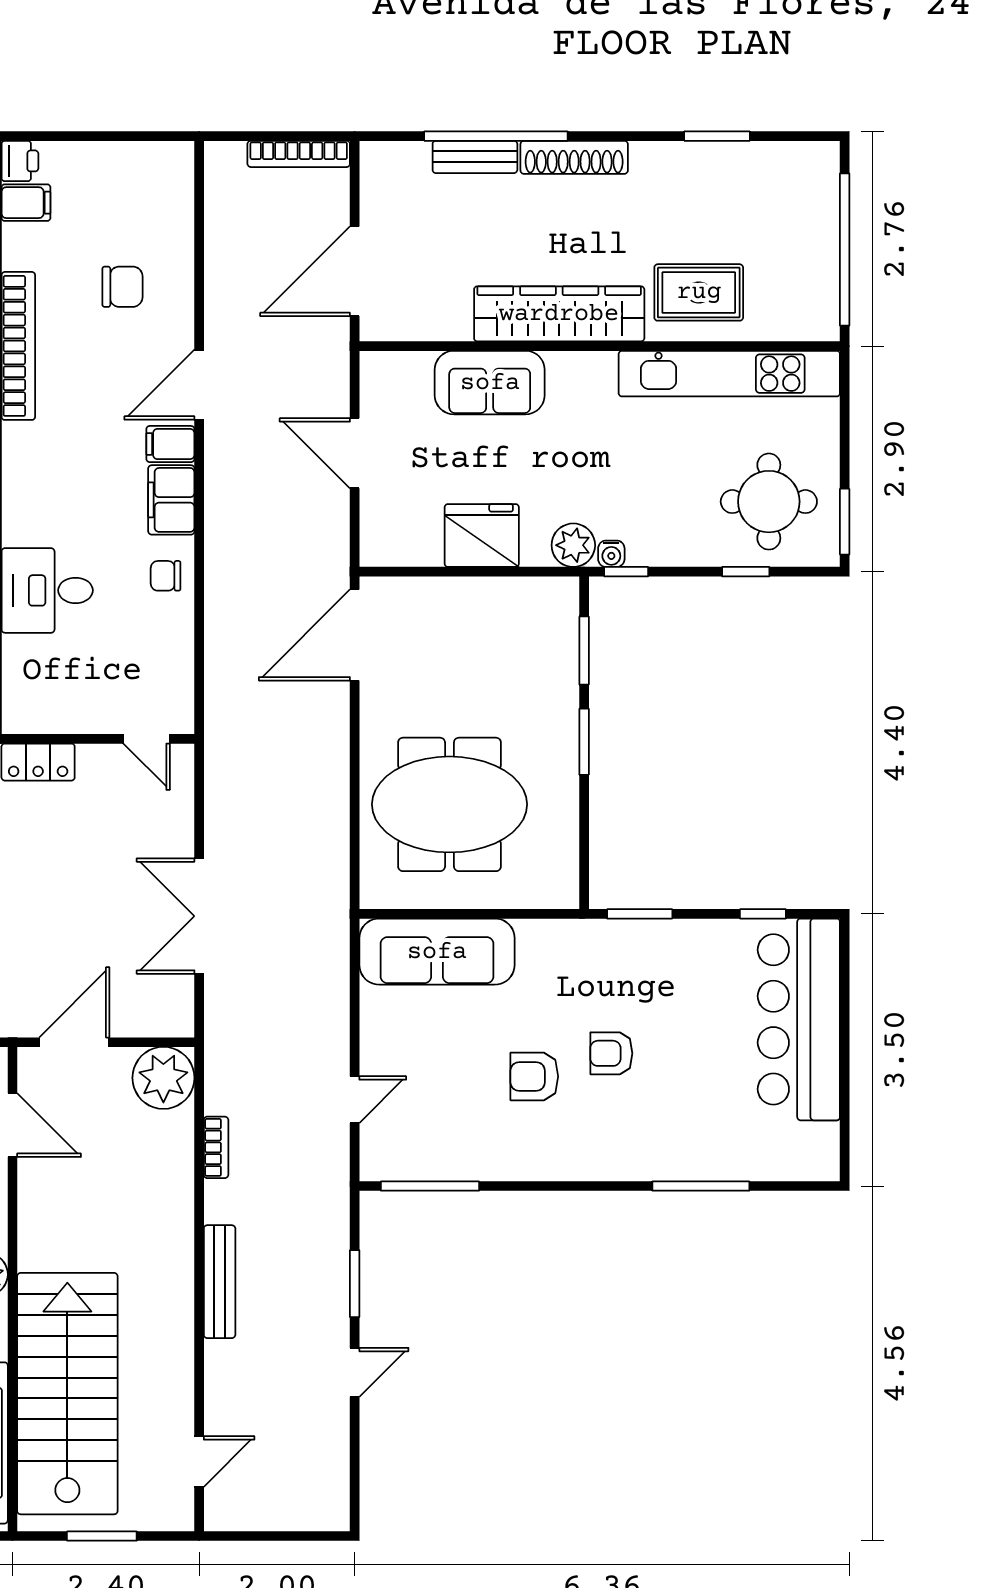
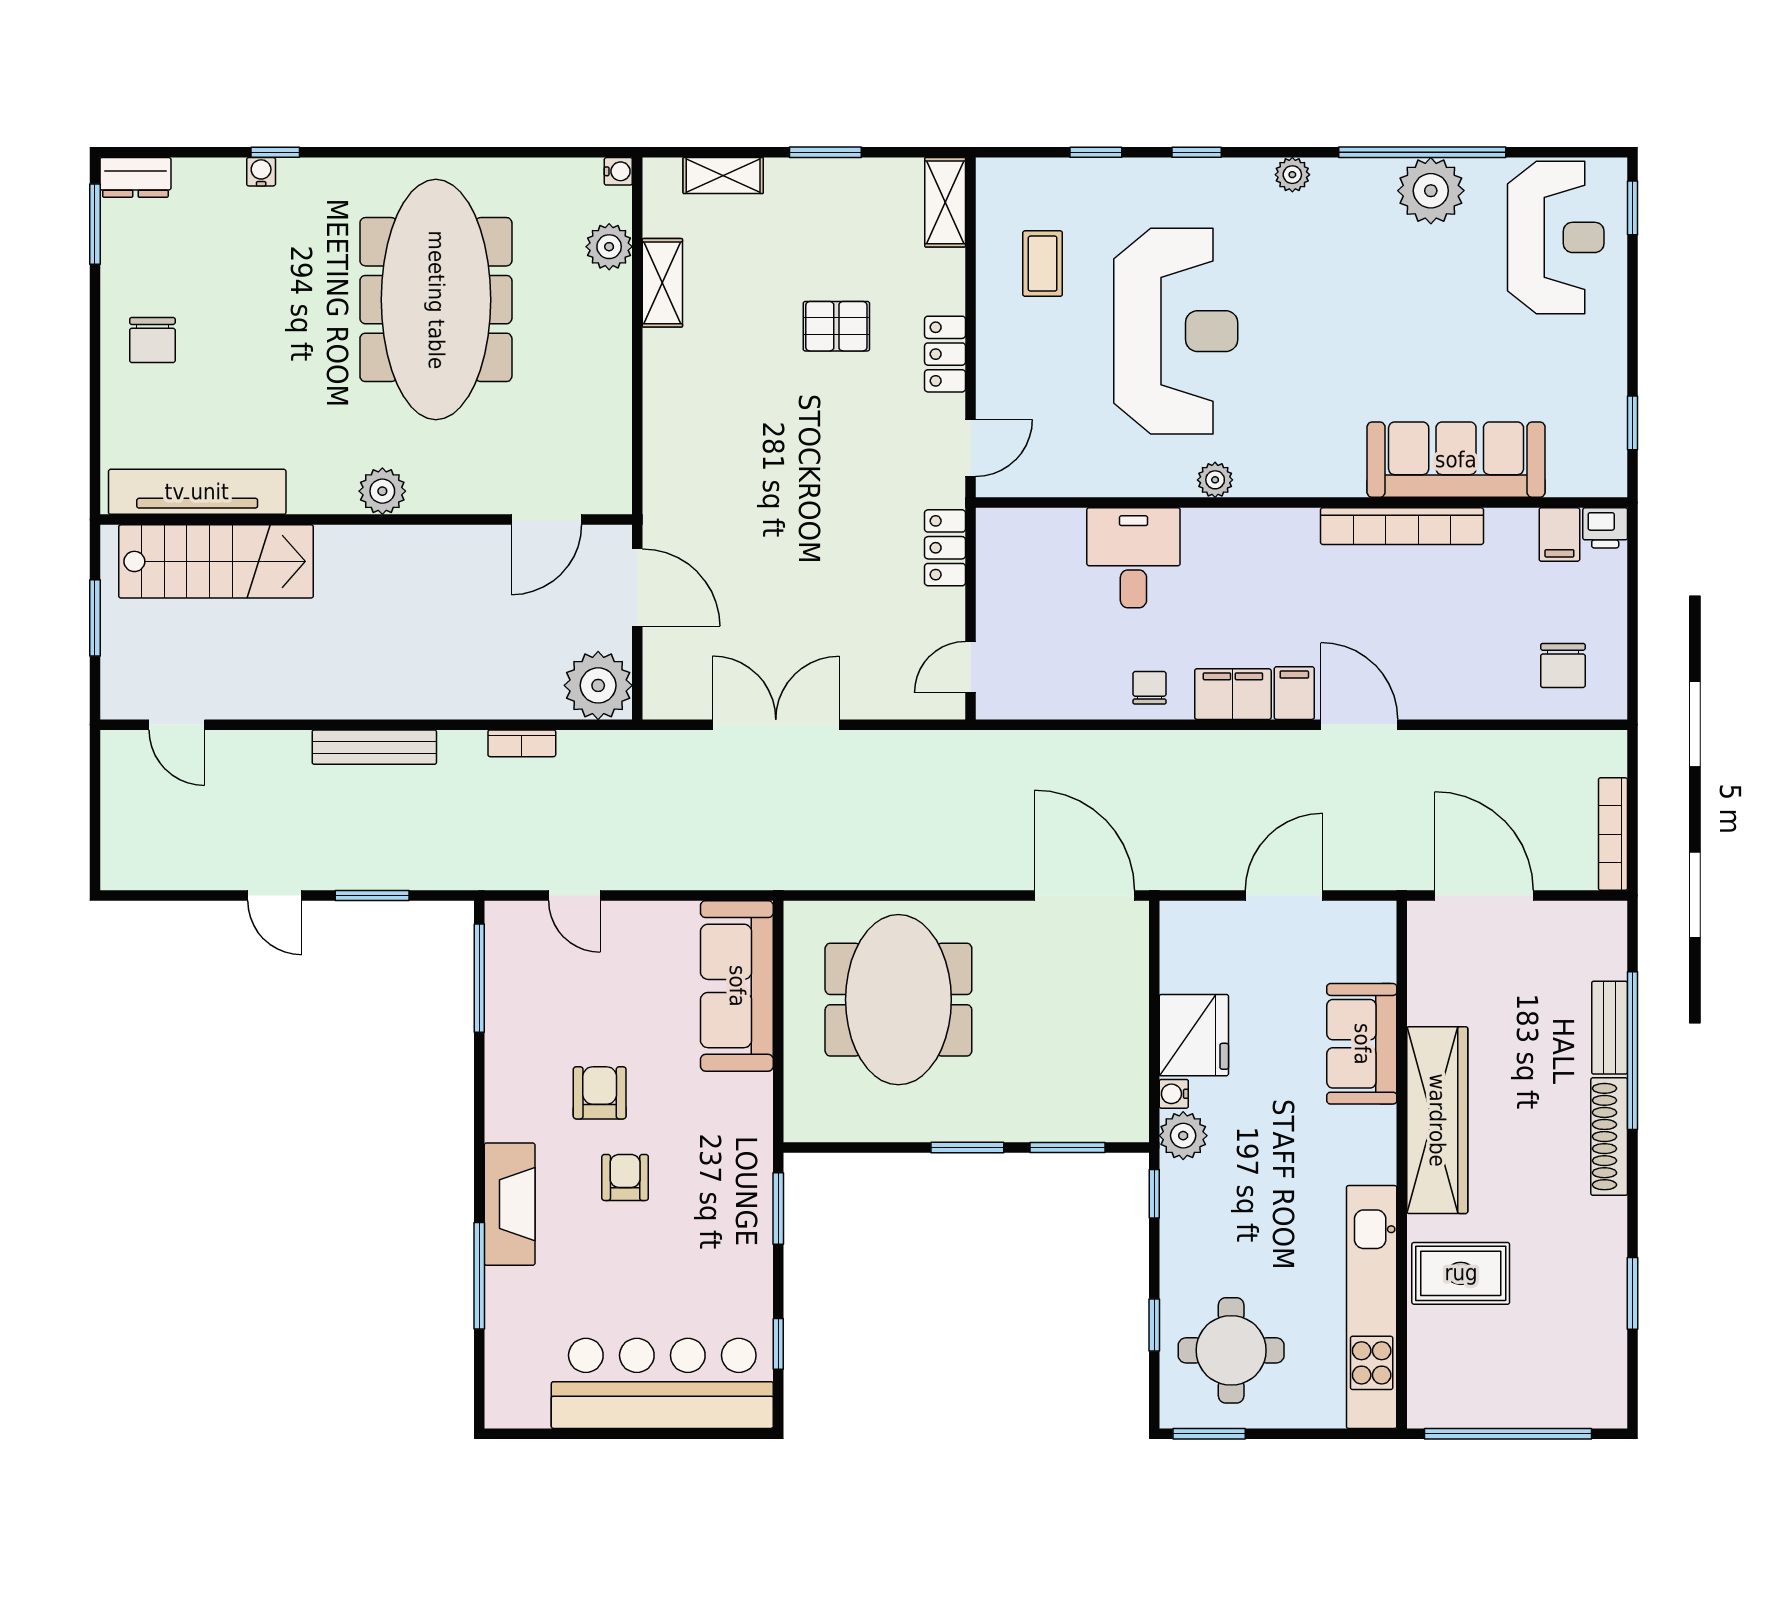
chair: (122, 287) -> (1563, 665), moved
rug: (699, 292) -> (1461, 1273), turned 90
water cooler: (611, 554) -> (1174, 1094), moved
fireplace: (636, 1158) -> (510, 1204), added
stairs: (67, 1394) -> (216, 561), width x0.73, depth x0.66

